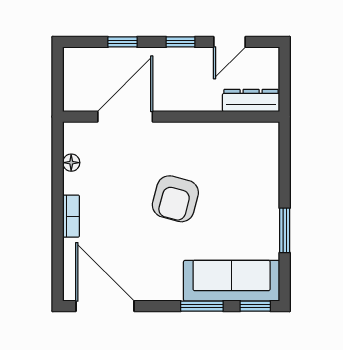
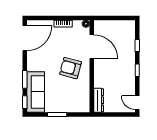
door: (229, 42) -> (137, 103), moved
dresser: (251, 100) -> (99, 100), moved
door: (125, 117) -> (92, 47), moved
wall: (171, 117) -> (92, 66), moved

